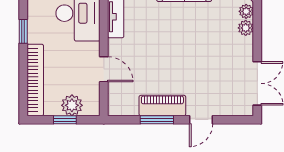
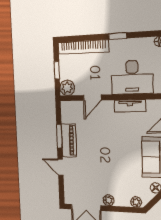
plant: (246, 28) -> (109, 200), moved
plant: (72, 105) -> (67, 88), moved

